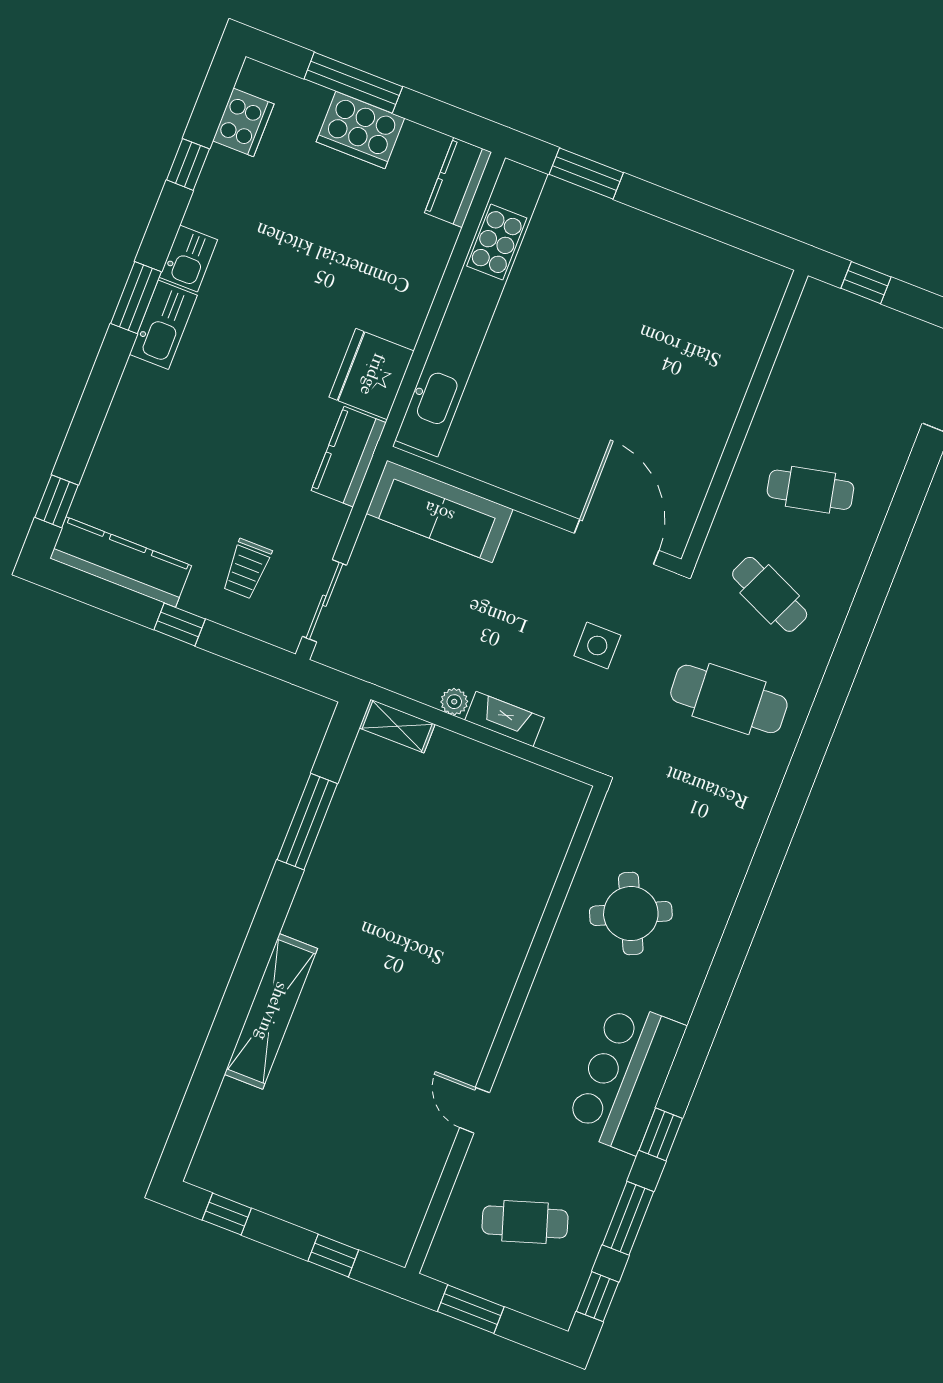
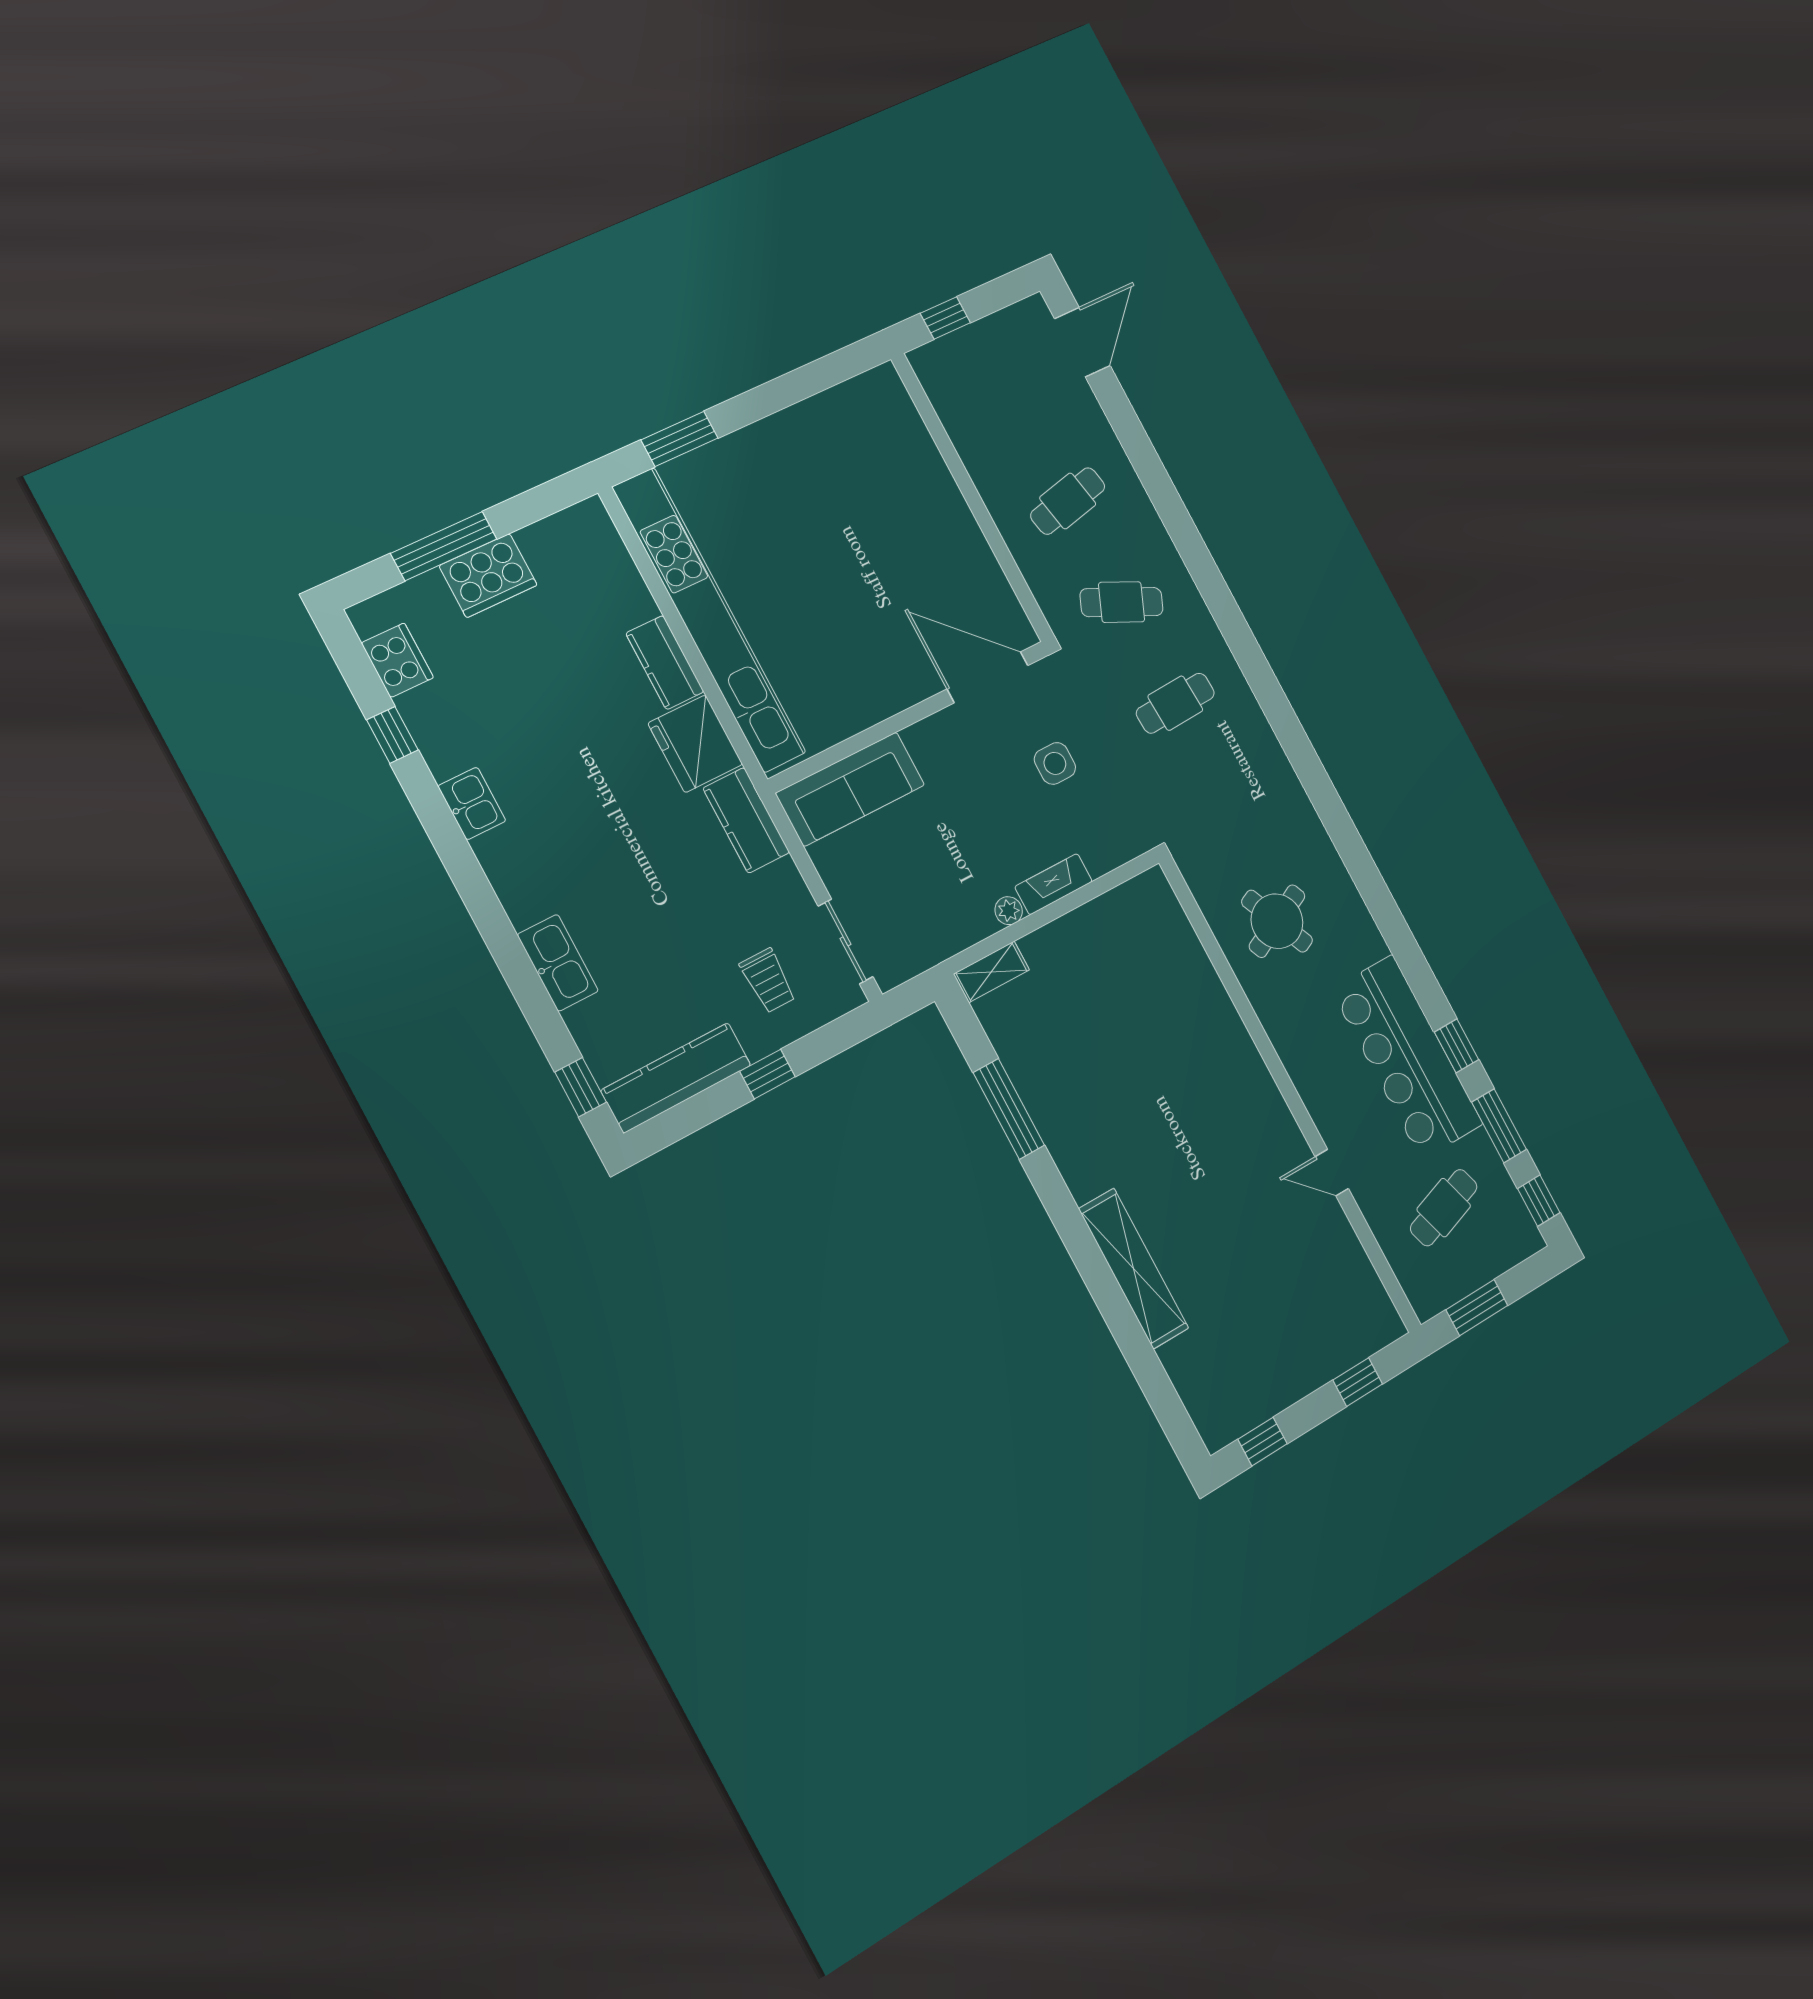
kitchen counter: (458, 182) -> (665, 663), moved
window: (136, 298) -> (467, 874), removed
kitchen sink: (163, 325) -> (558, 963), moved
cafe table: (729, 699) -> (1175, 703), width x0.73, depth x0.74
bar counter: (626, 1077) -> (1407, 1057), width x1.36

